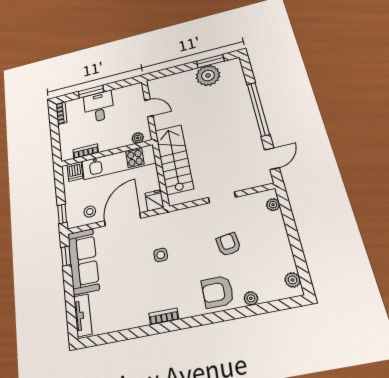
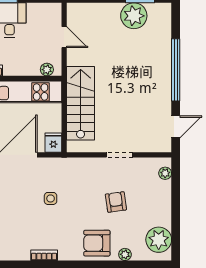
plant: (293, 280) -> (159, 240), width x1.88, depth x1.88

